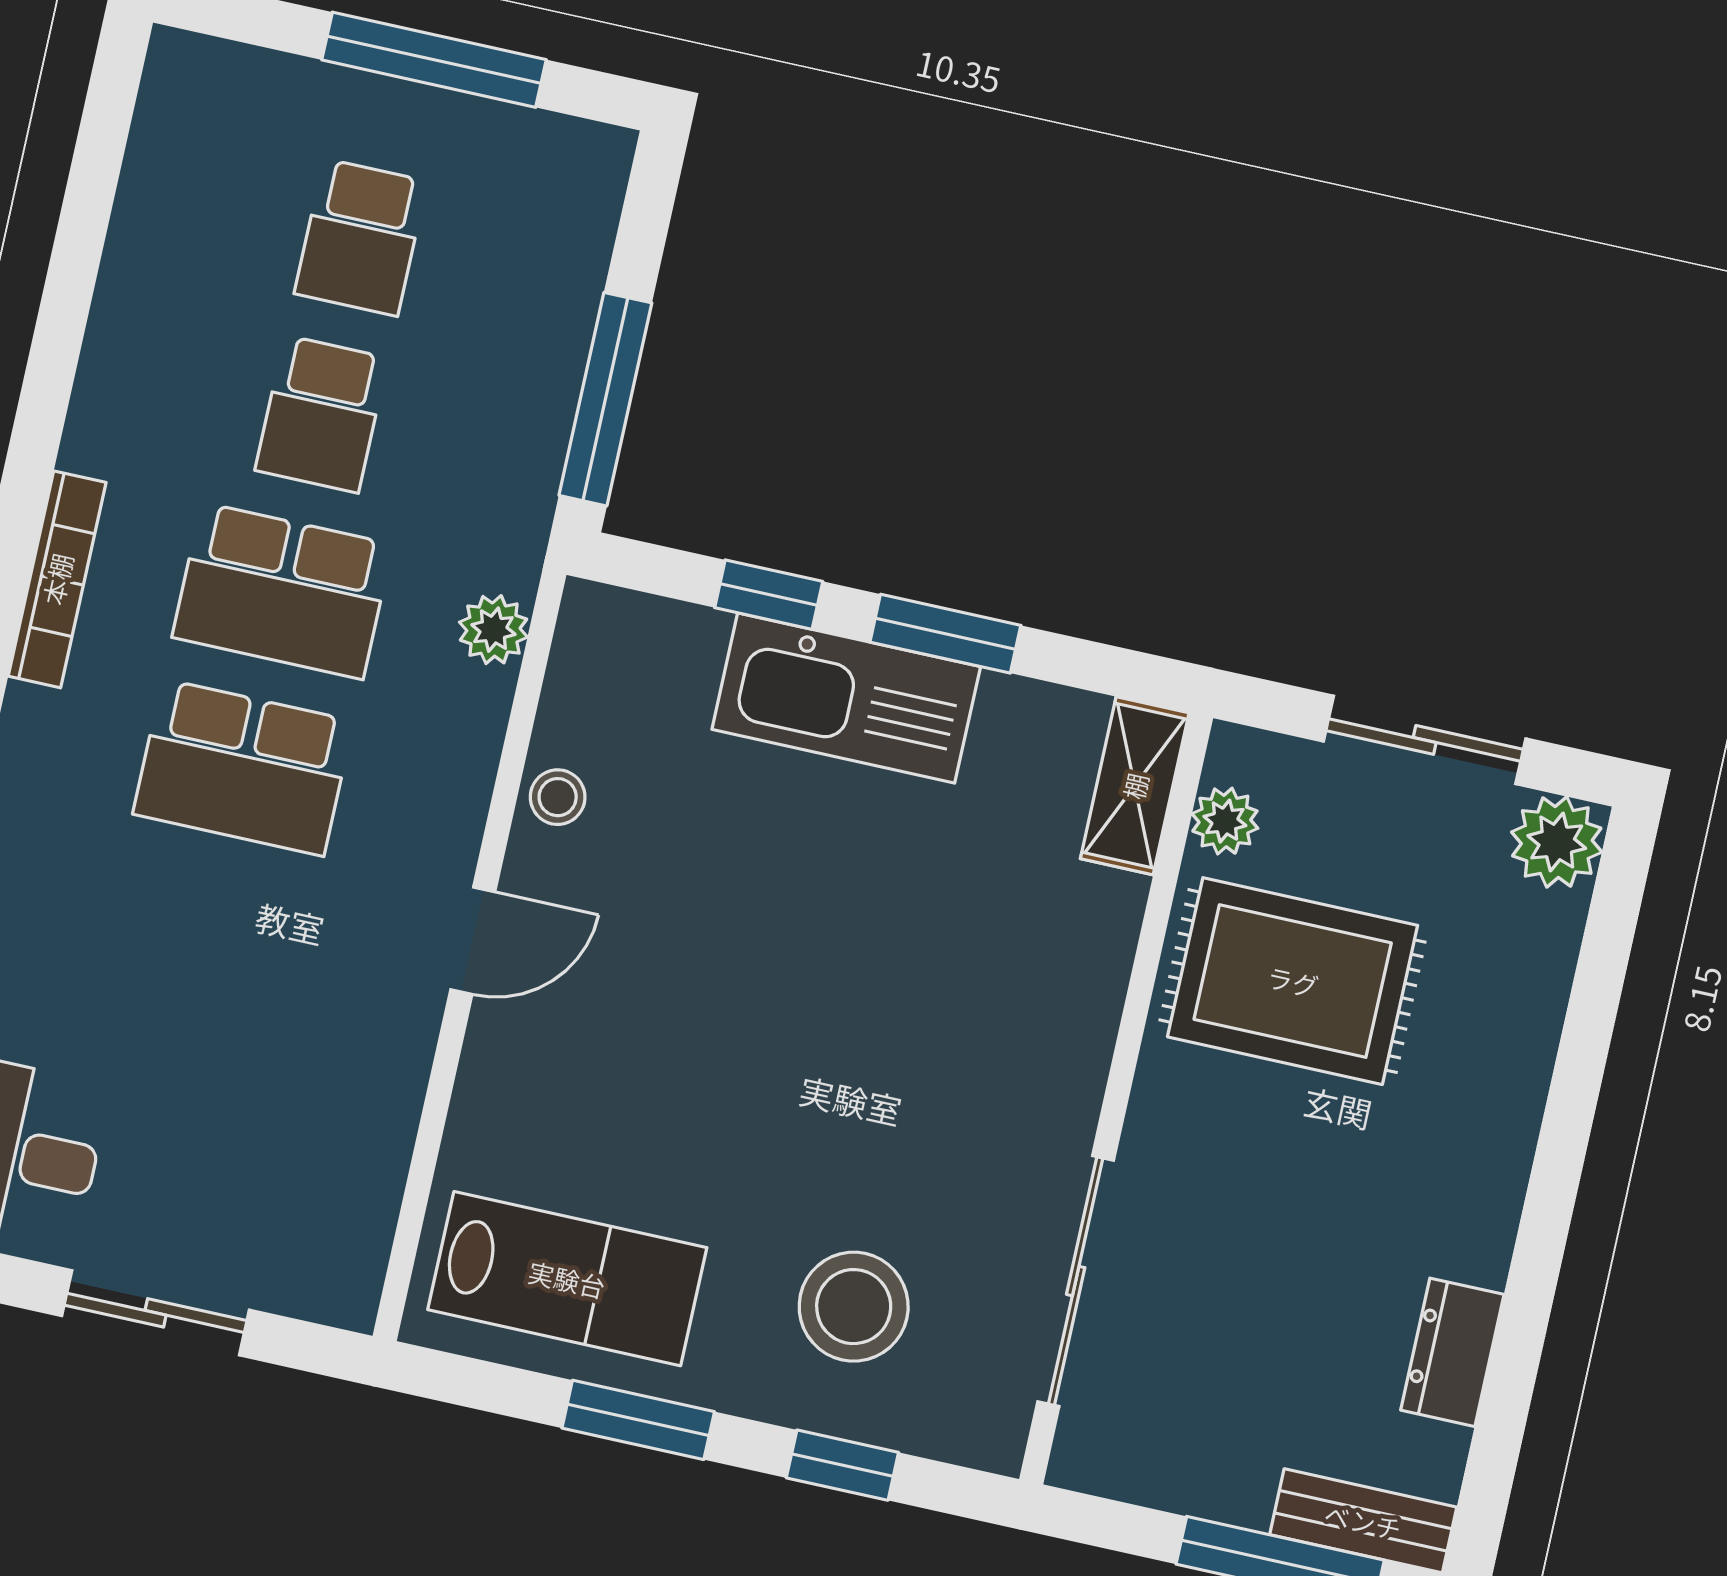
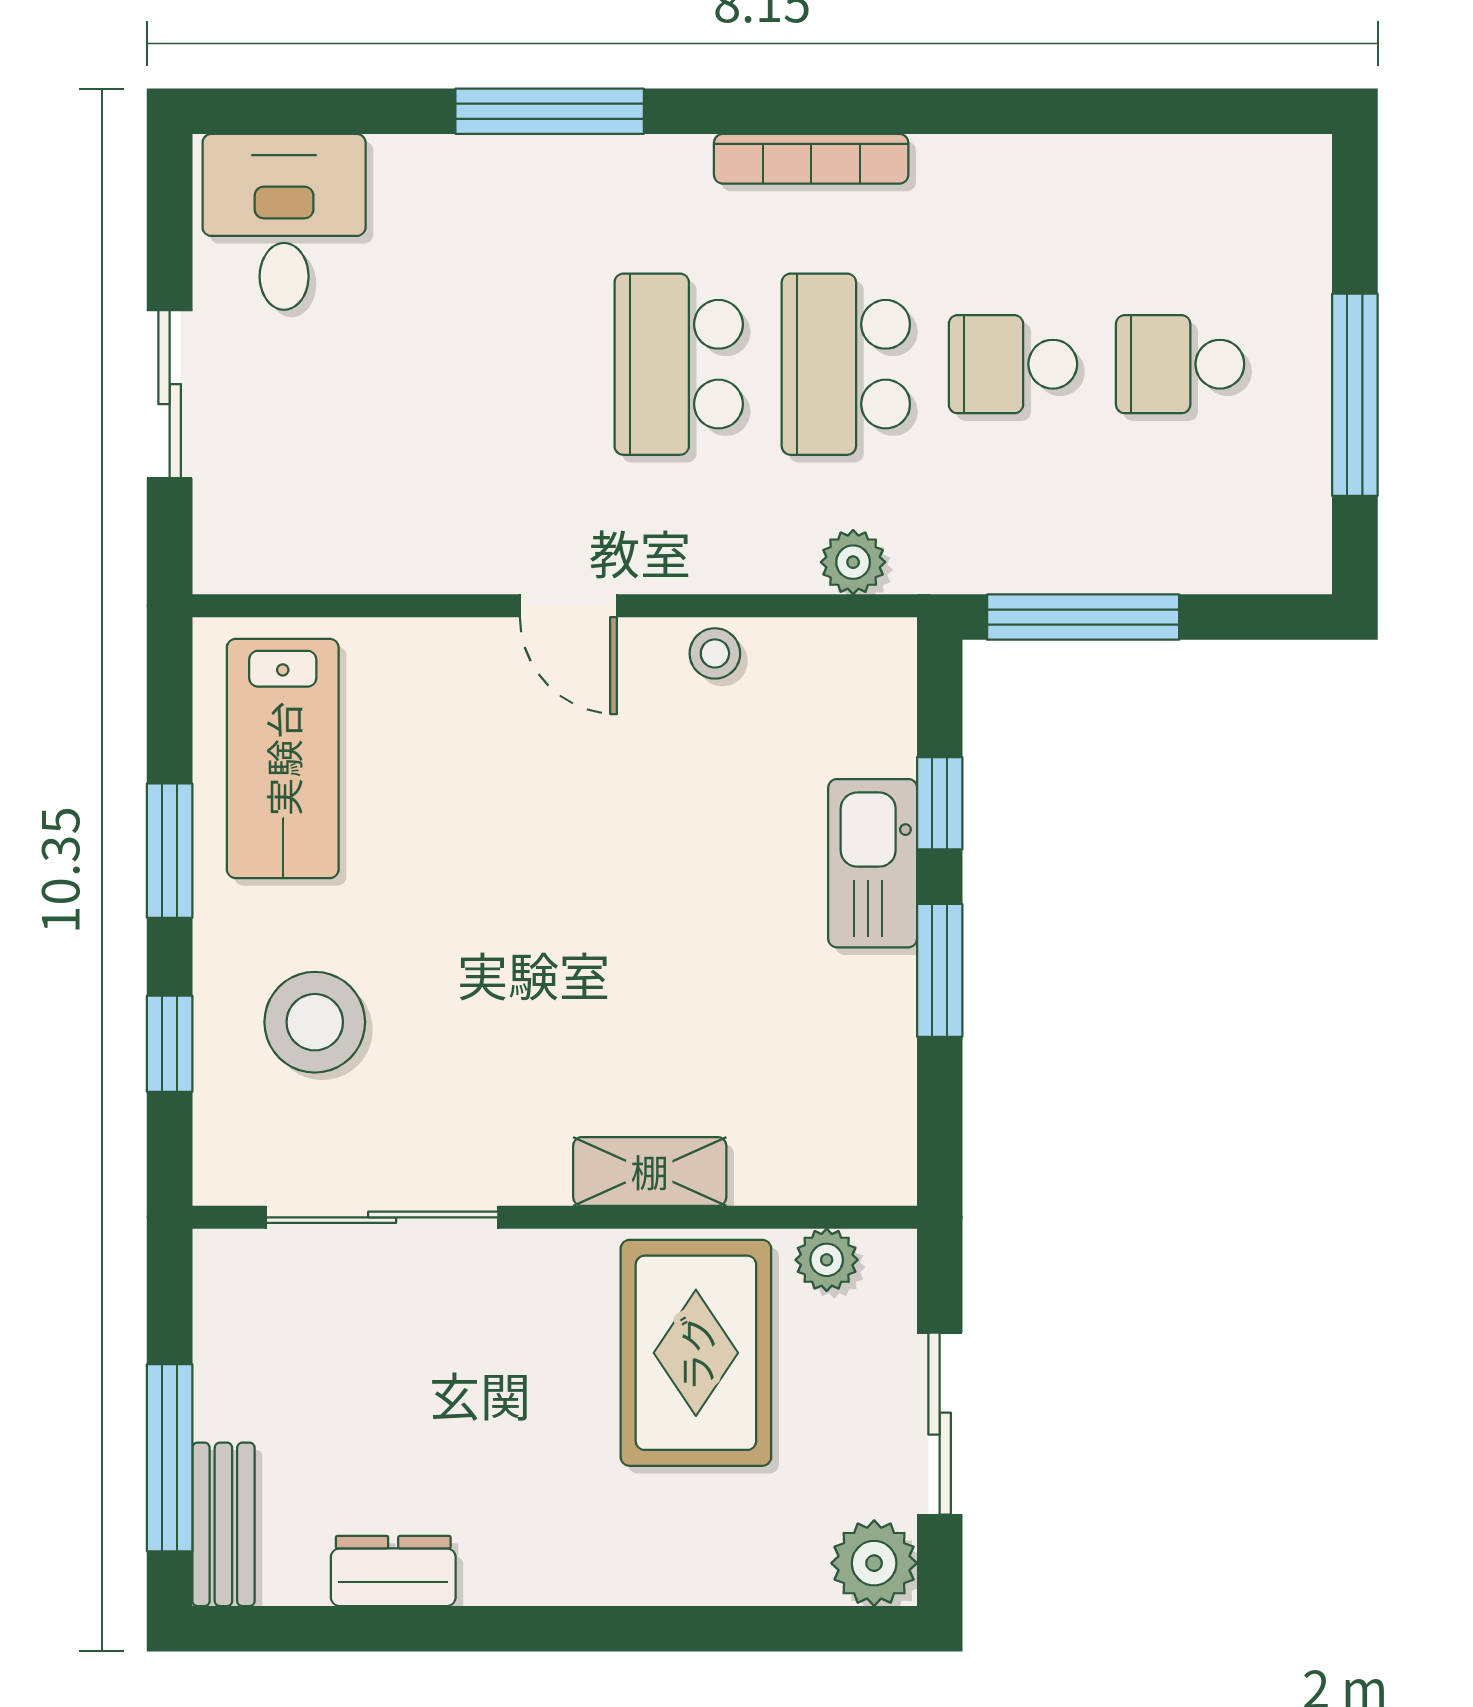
kitchen sink: (846, 698) -> (873, 863), width x0.73, depth x0.81
shelving: (1135, 786) -> (650, 1171), moved

